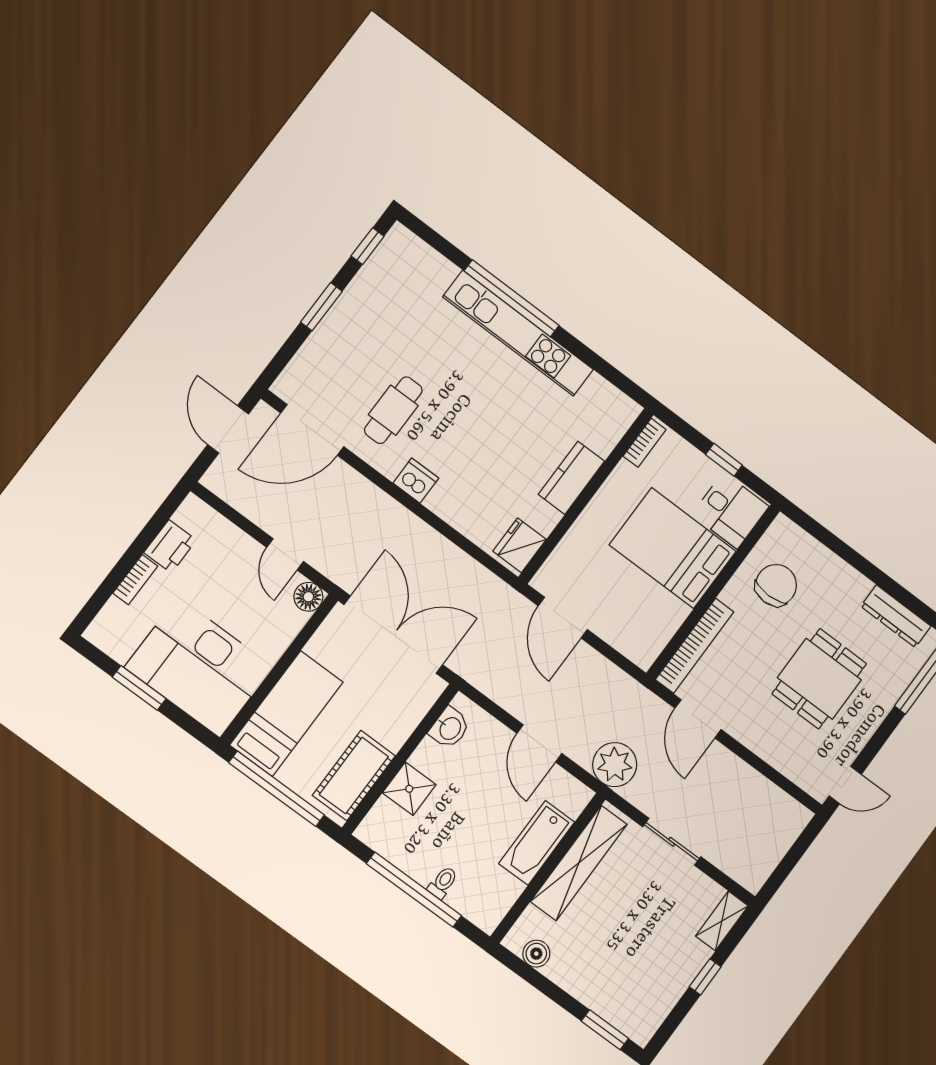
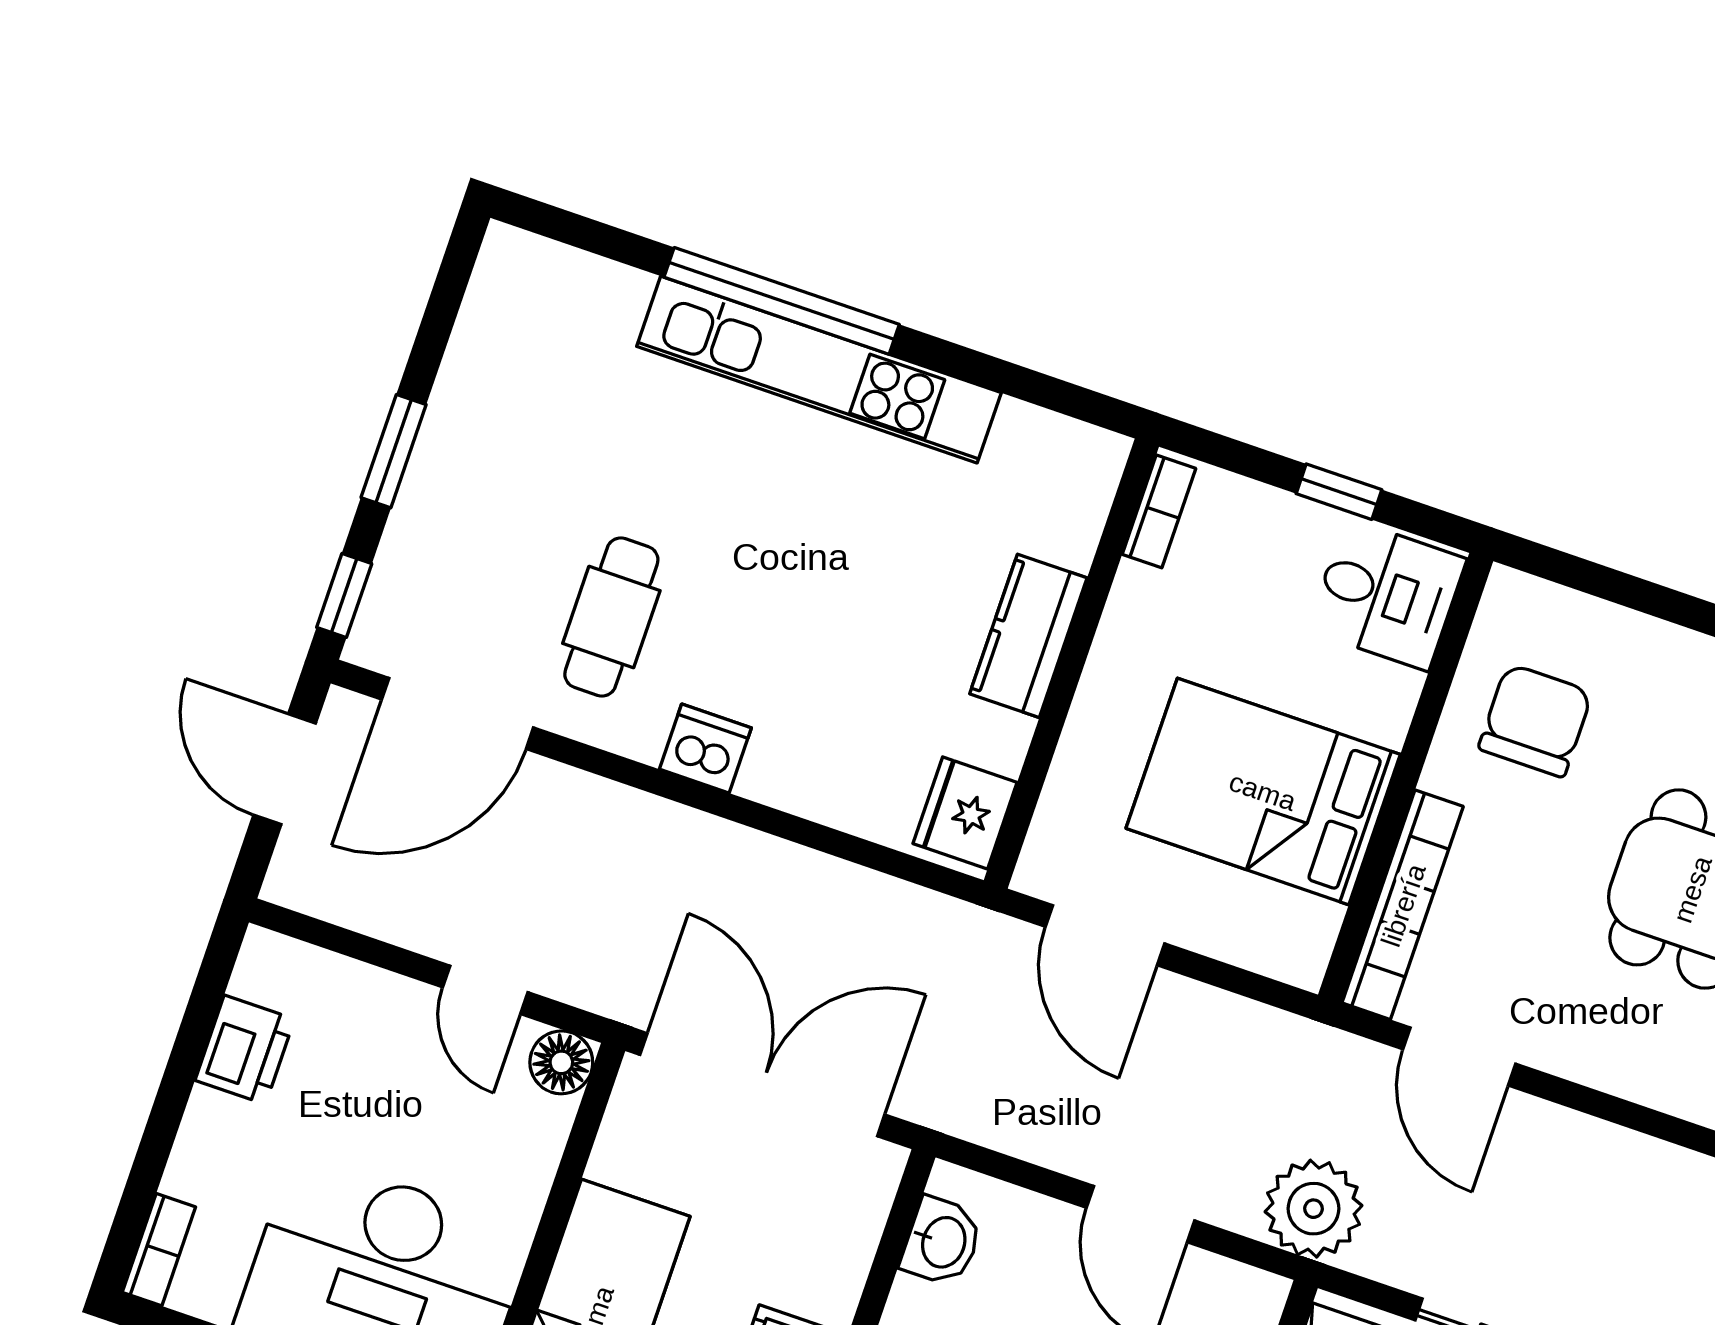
window: (368, 246) -> (344, 595), moved
bed: (673, 548) -> (1263, 791), moved
bookcase: (135, 580) -> (159, 1250), moved

